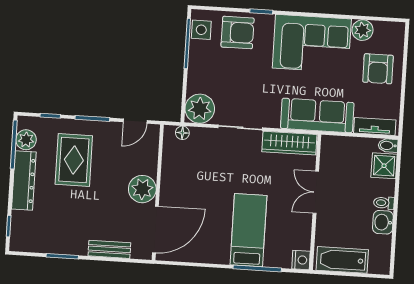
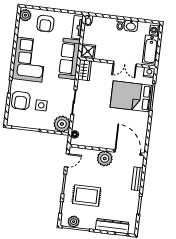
side table: (201, 30) -> (41, 105), moved
plant: (362, 30) -> (25, 15), moved
armchair: (238, 33) -> (21, 101), turned 180
armchair: (378, 69) -> (45, 24), turned 90
door: (135, 121) -> (67, 160), hinge flipped
wardrobe: (289, 143) -> (84, 70), width x0.67
shower: (384, 166) -> (88, 51), moved
dresser: (24, 181) -> (112, 226), moved
double door: (316, 192) -> (125, 64), moved
bed: (248, 230) -> (132, 96), width x1.50
washing machine: (377, 265) -> (155, 30), added

